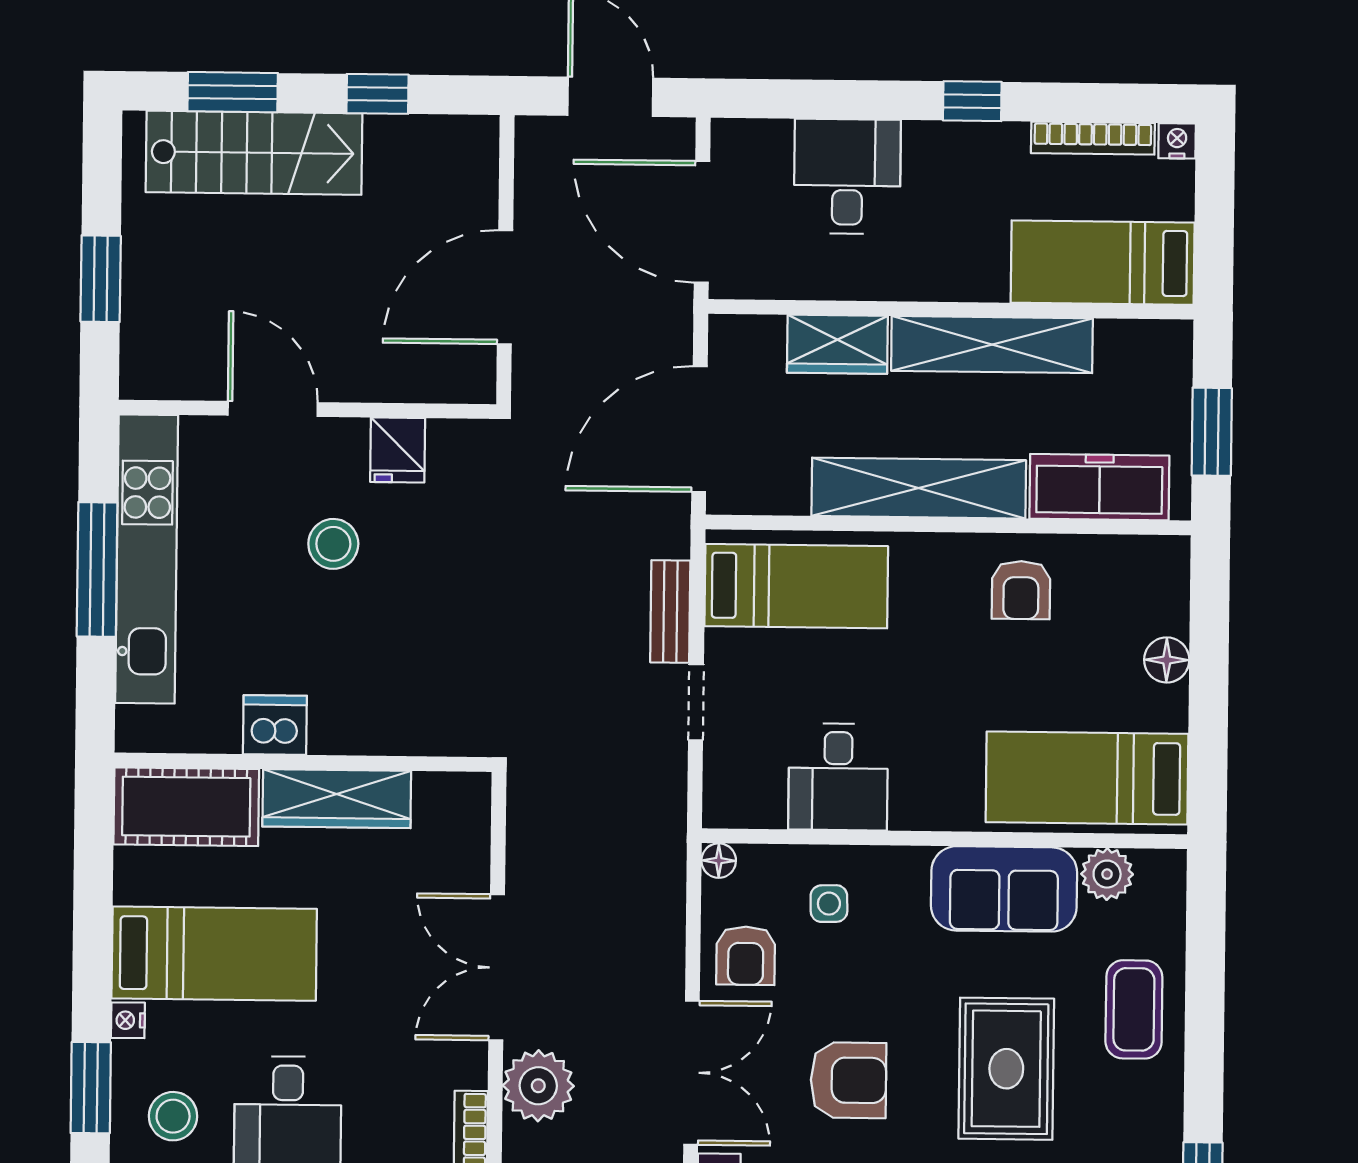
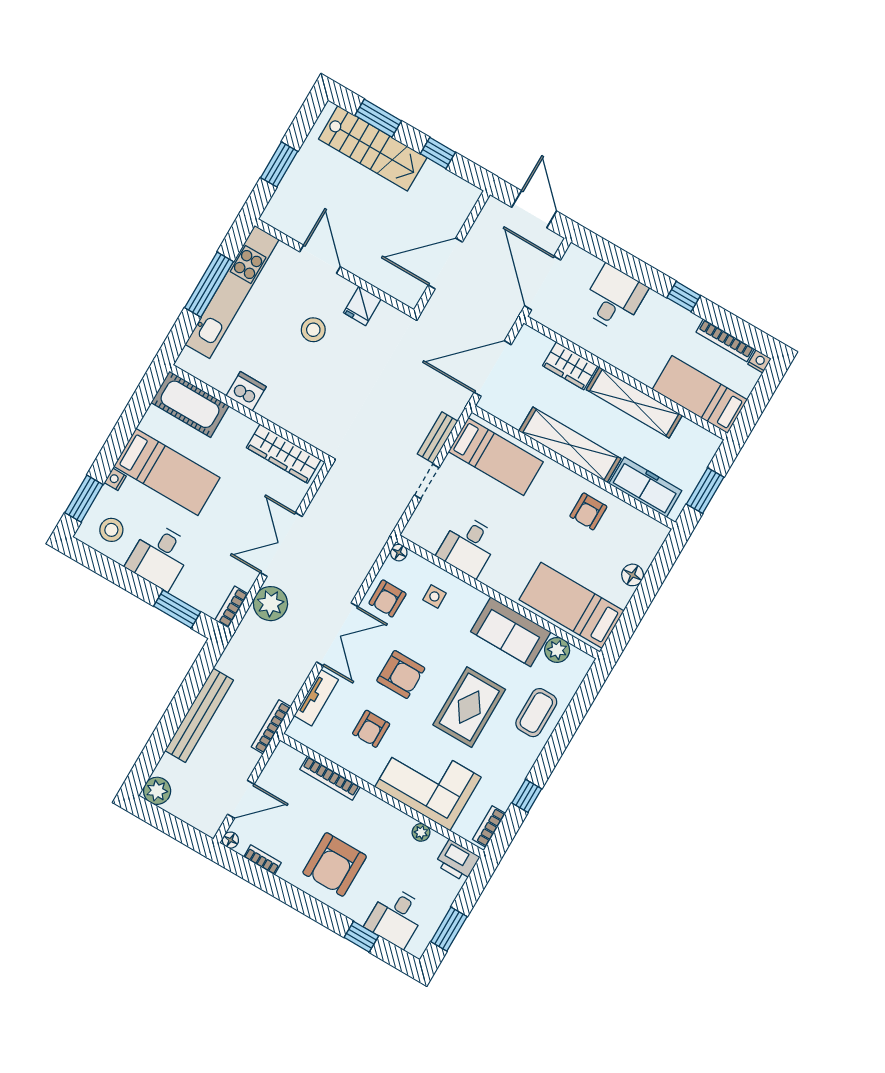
wardrobe: (337, 799) -> (284, 454), moved

